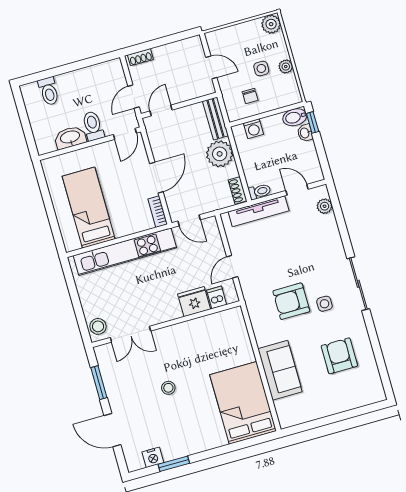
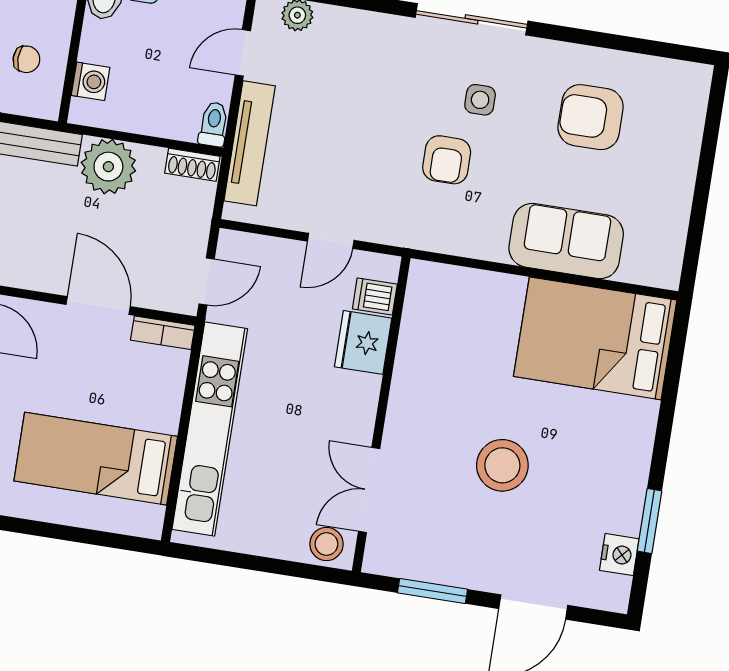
door: (232, 267) -> (331, 241), hinge flipped
armchair: (291, 301) -> (447, 160), width x0.72, depth x0.72
double door: (130, 334) -> (369, 490), swing flipped
stool: (168, 388) -> (502, 465), width x1.89, depth x1.89

